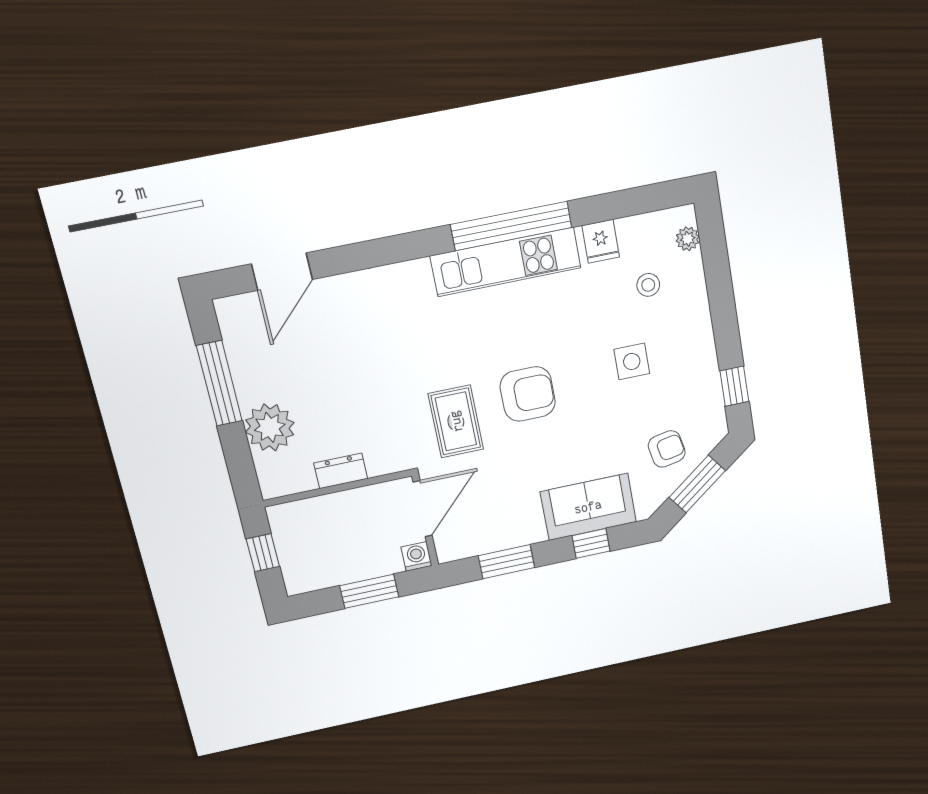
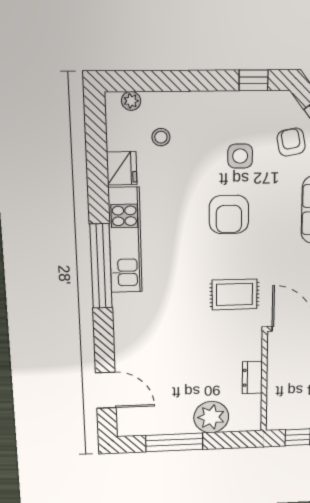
window: (511, 226) -> (101, 266), moved
fridge: (601, 241) -> (122, 168), width x1.38
side table: (632, 361) -> (240, 156), moved
armchair: (528, 394) -> (229, 214), moved, turned 180

